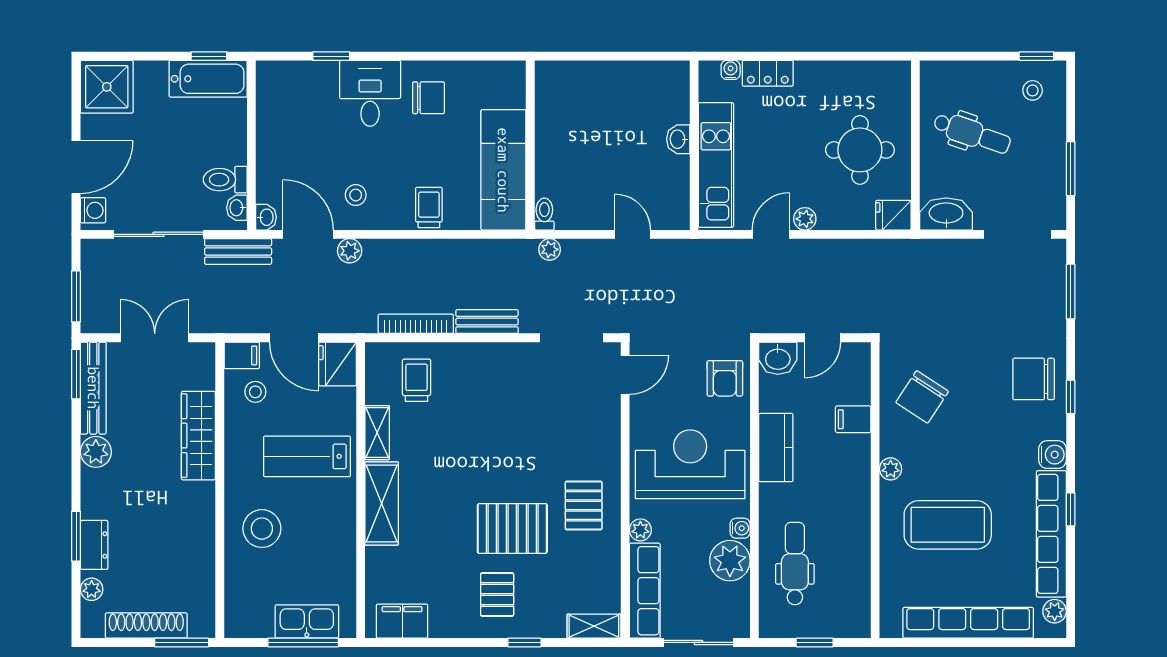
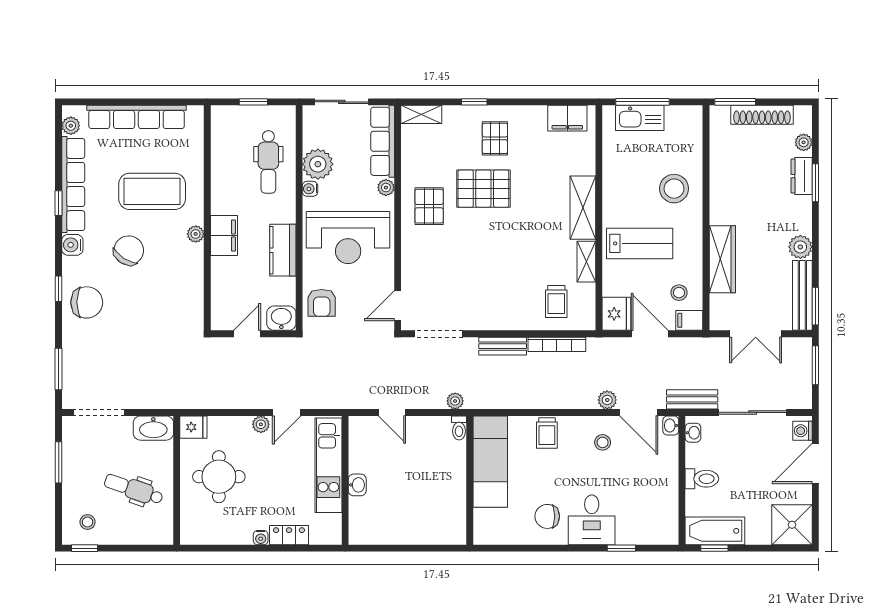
water cooler: (731, 70) -> (261, 538), moved
toilet: (225, 180) -> (702, 479), moved
armchair: (725, 378) -> (322, 303), turned 180
chair: (922, 397) -> (129, 250), moved
filing cabinet: (853, 419) -> (224, 235), moved, width x2.00

